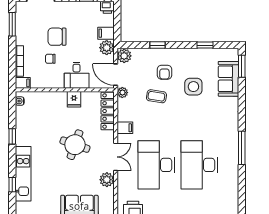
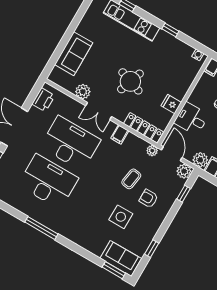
window: (158, 45) -> (184, 194), moved
door: (116, 75) -> (172, 154), hinge flipped
sofa: (228, 79) -> (121, 258), moved

